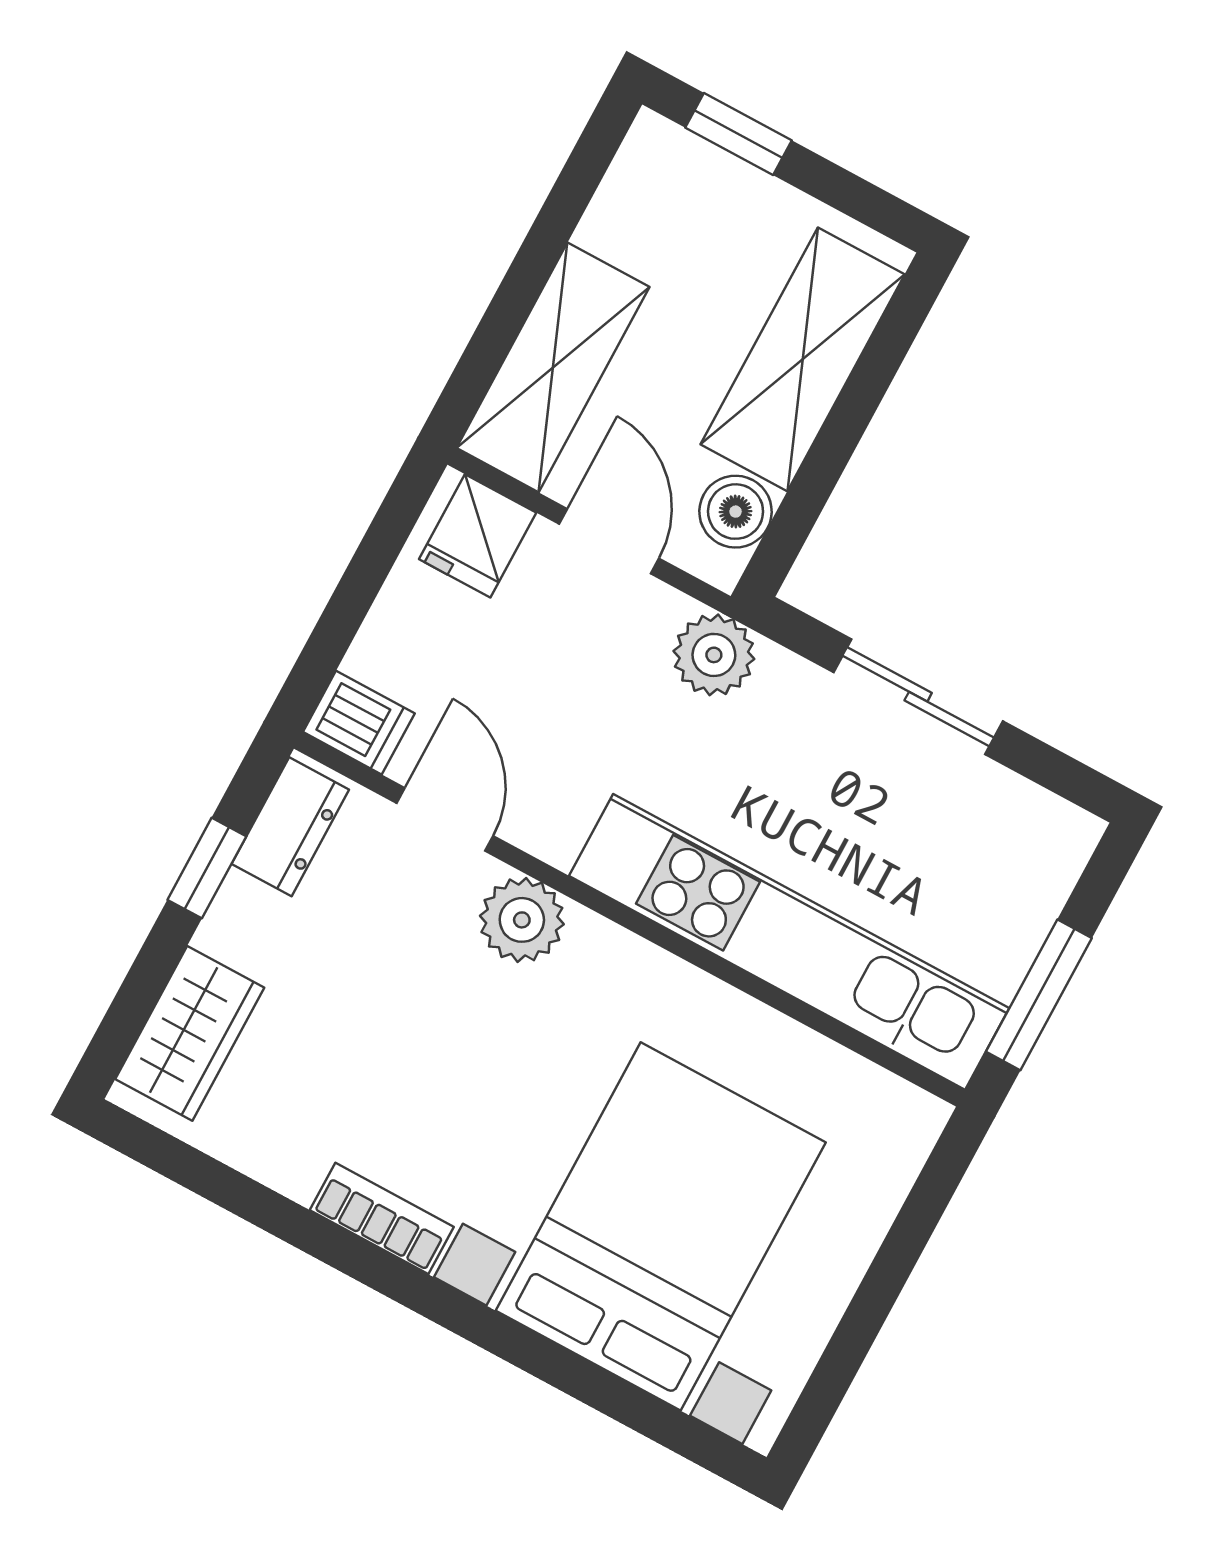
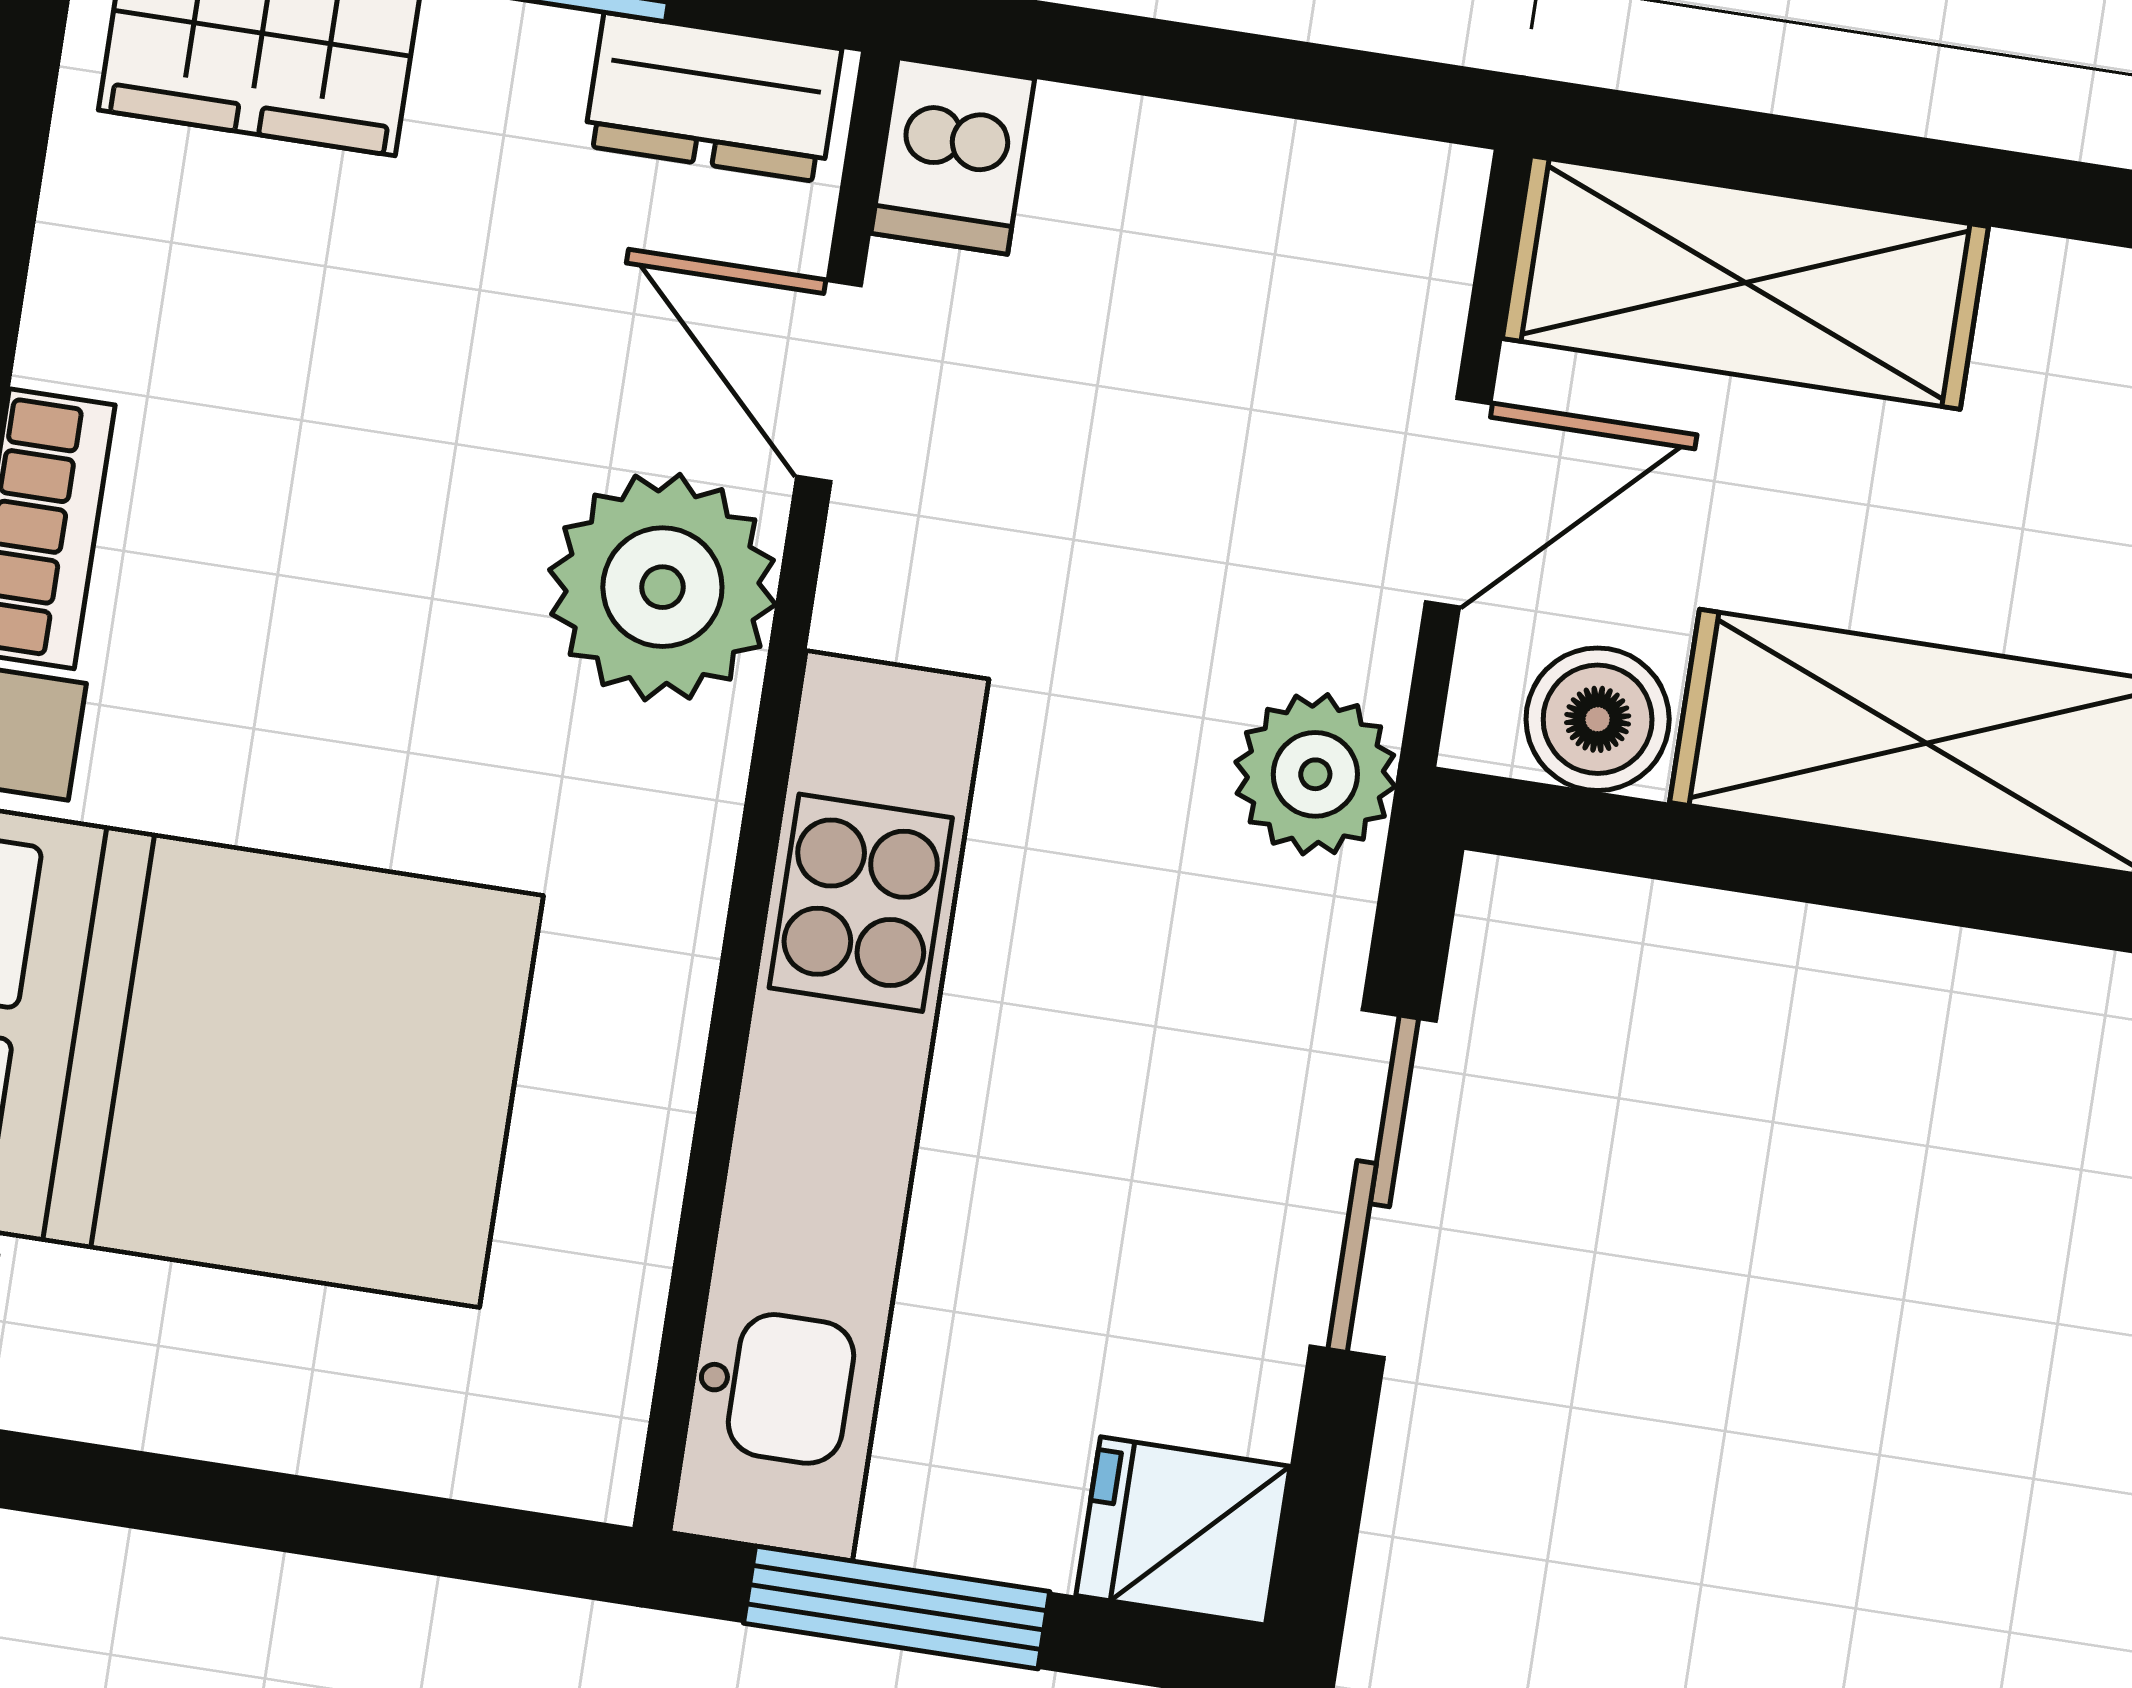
fridge: (478, 536) -> (1183, 1531), moved
door: (445, 819) -> (829, 381), swing flipped
plant: (522, 920) -> (662, 587), width x1.36, depth x1.36

